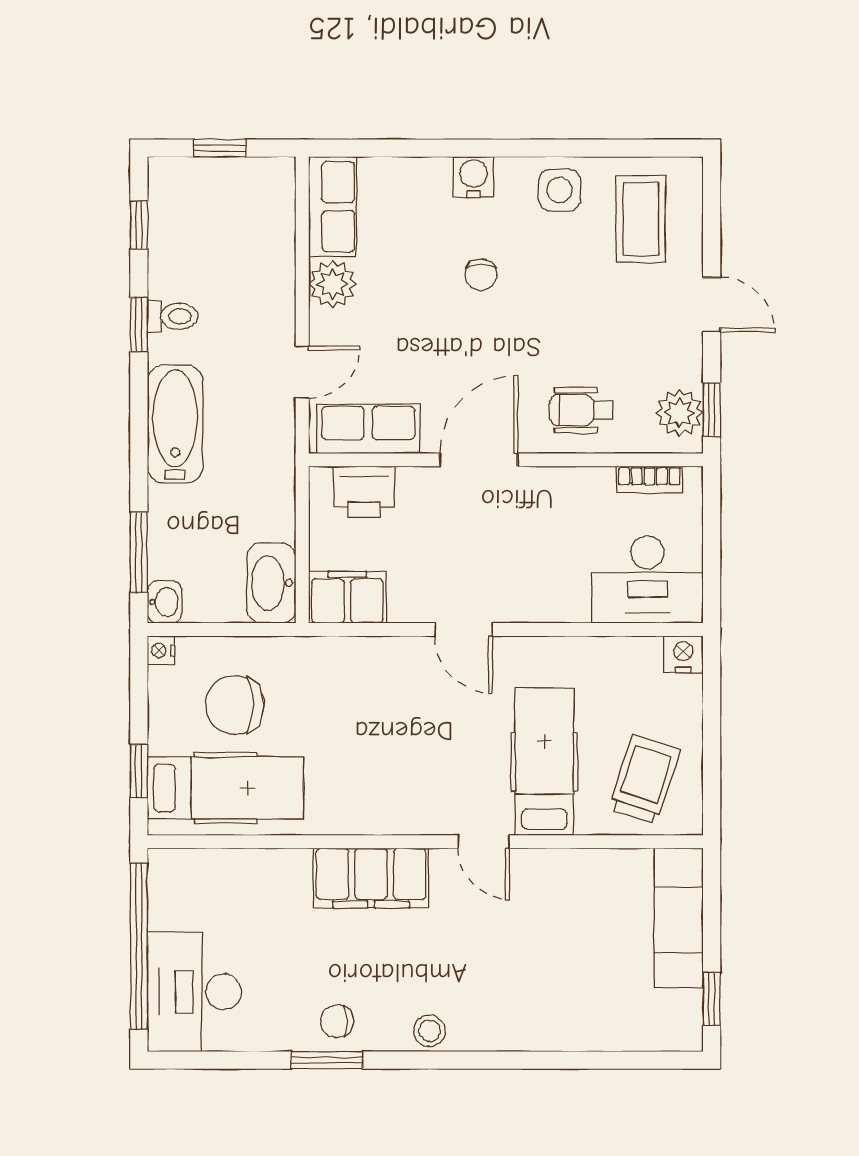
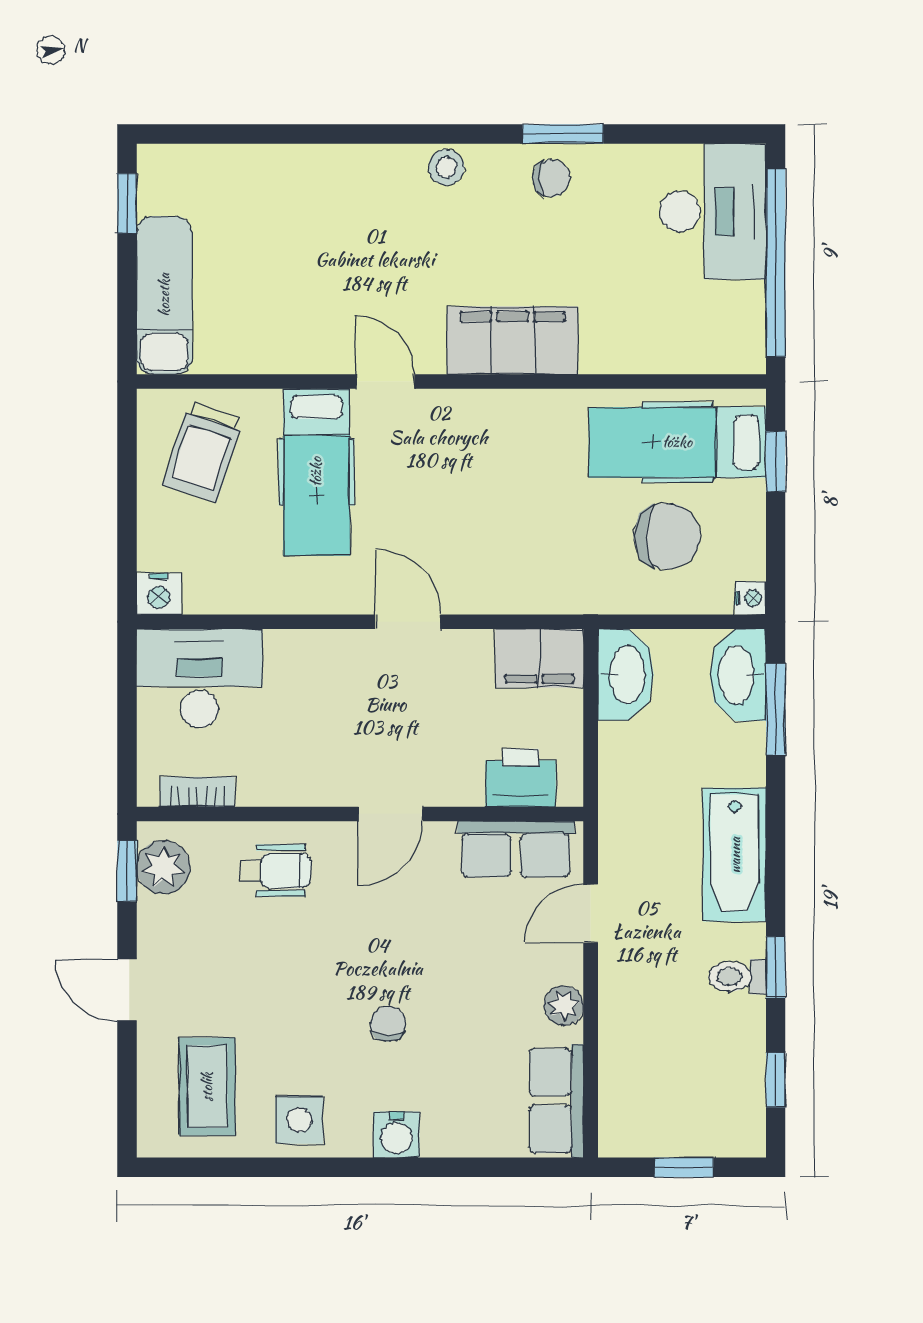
plant: (333, 284) -> (564, 1006), width x0.73, depth x0.73
door: (479, 460) -> (391, 814), width x0.73
washbasin: (164, 602) -> (738, 675), width x1.91, depth x1.45

